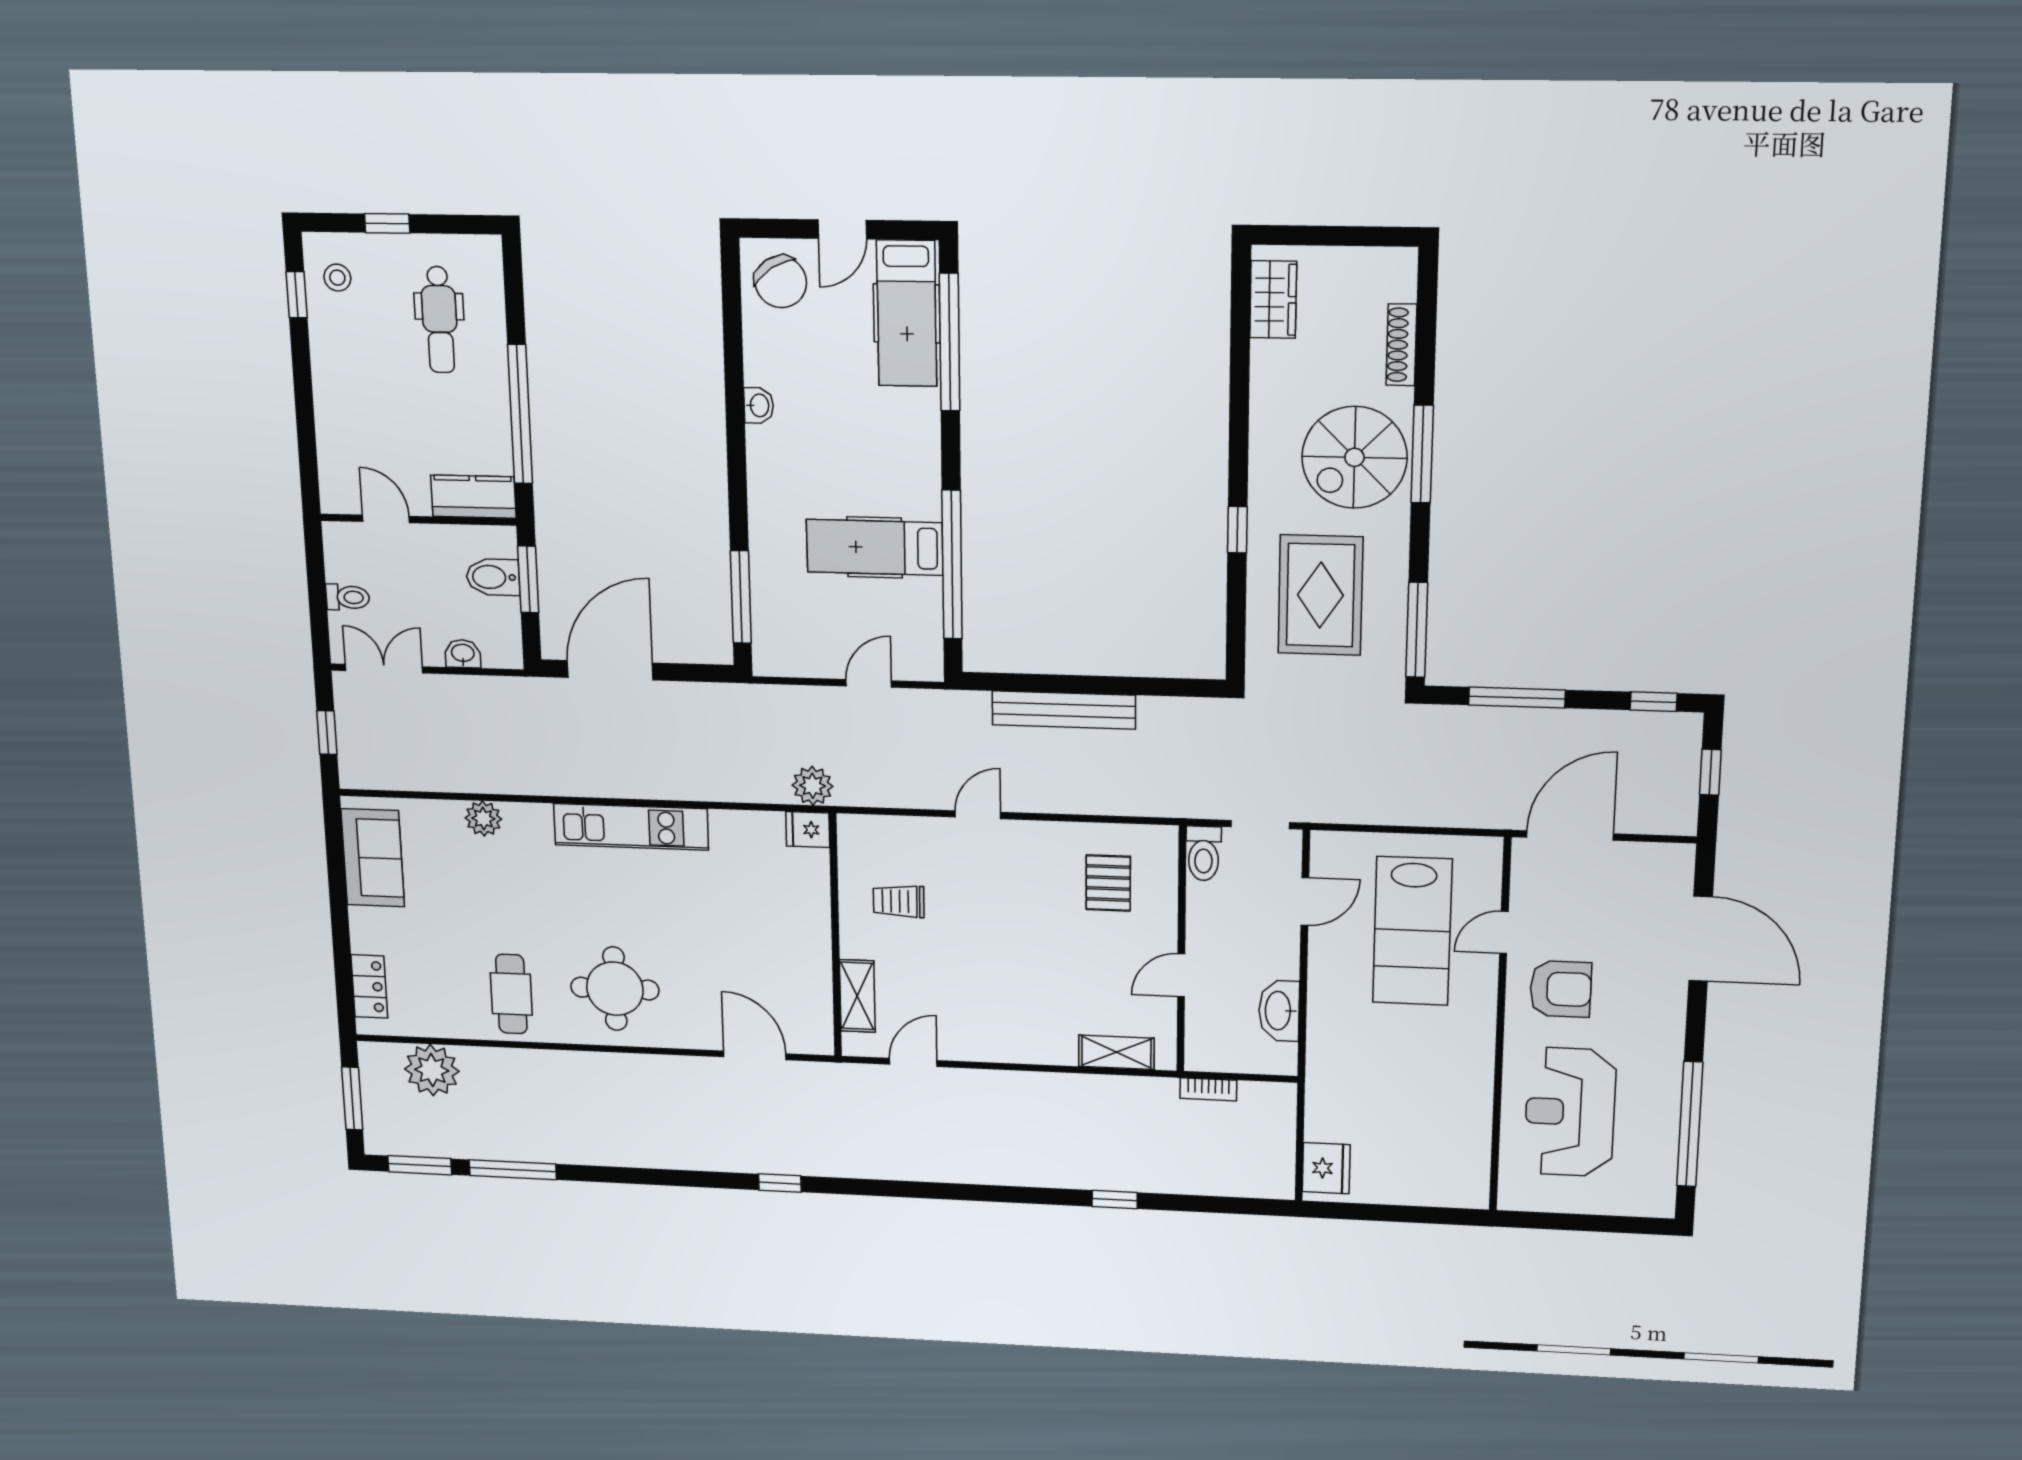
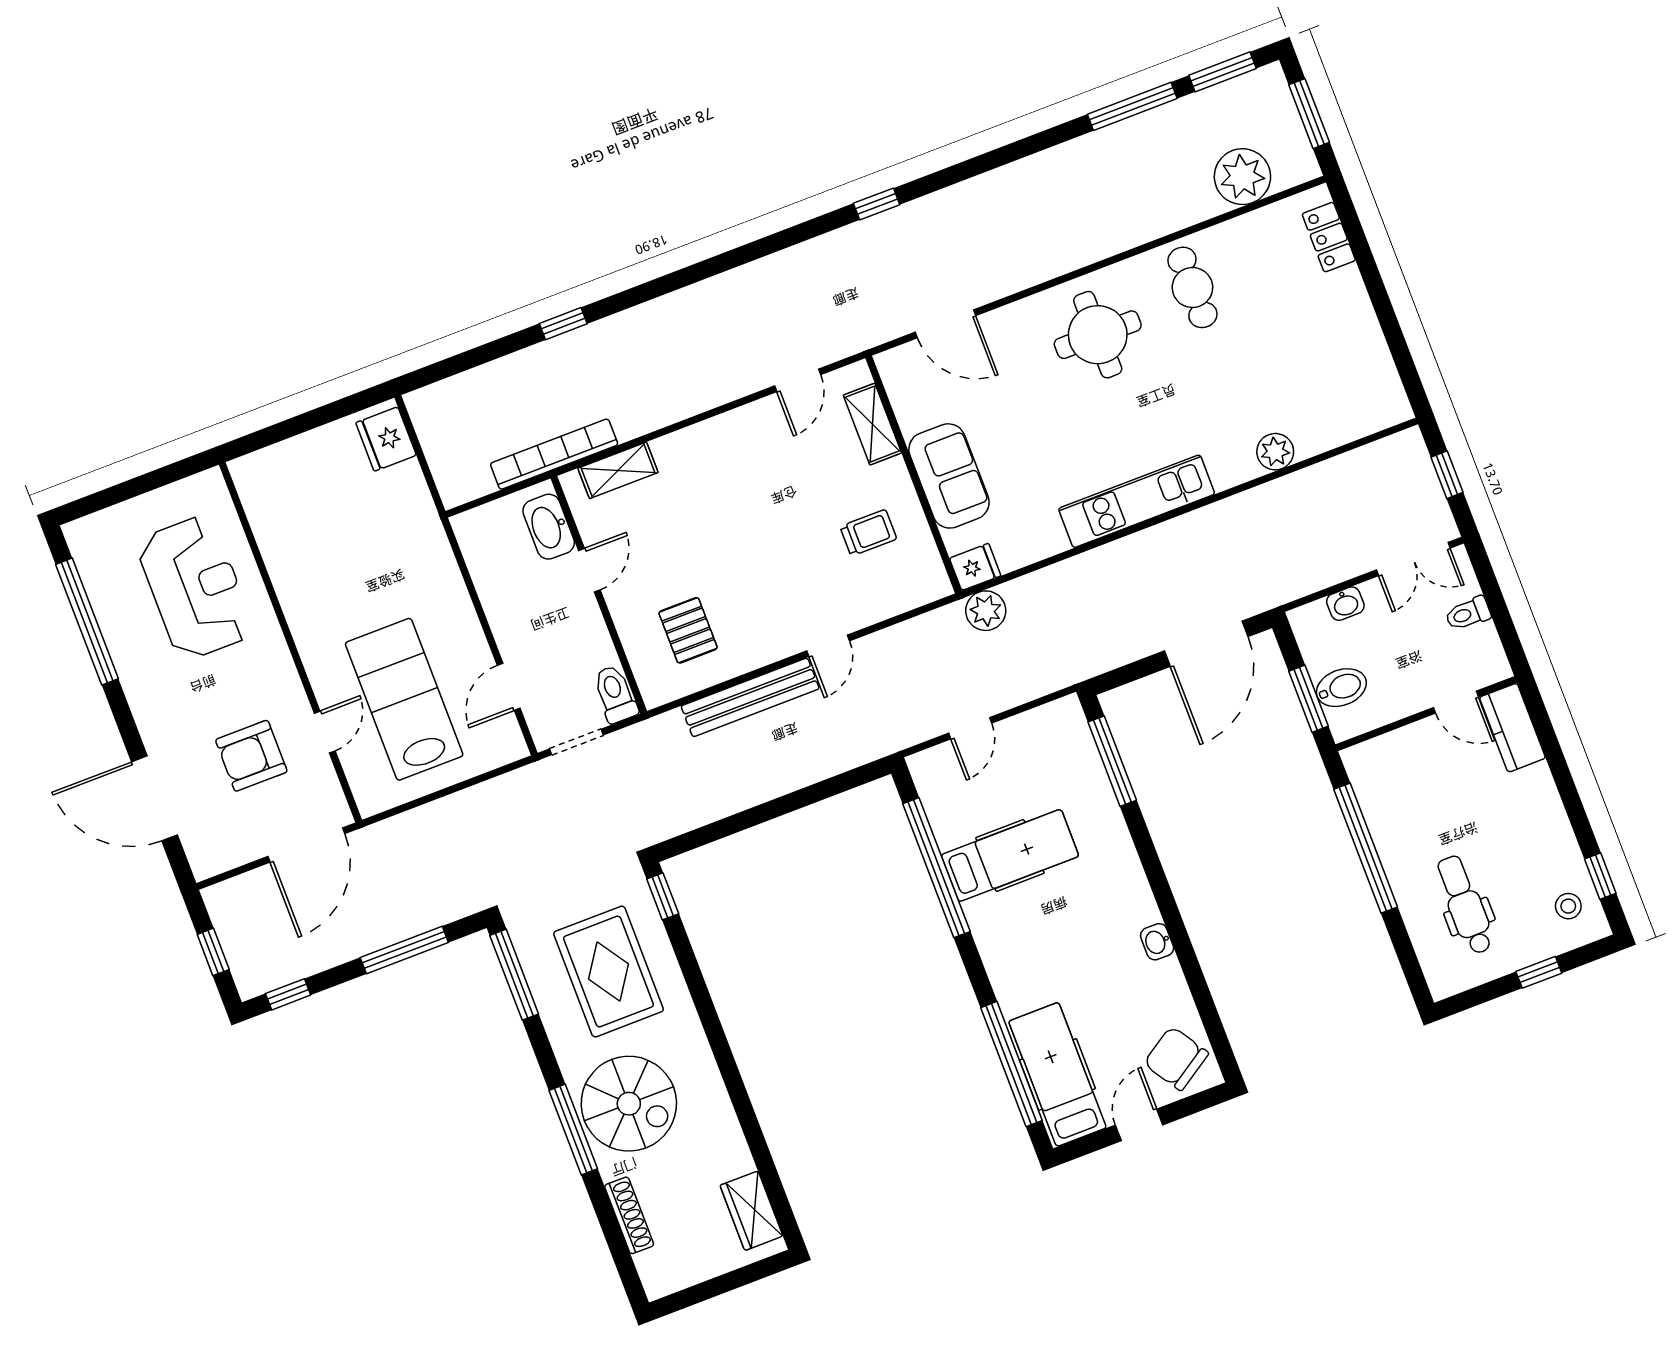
spiral stairs: (1354, 457) -> (629, 1104), turned 90
kitchen counter: (473, 497) -> (1512, 728), moved, turned 90
window: (1237, 530) -> (663, 896), moved
bench: (1064, 710) -> (750, 697), moved
sofa: (373, 858) -> (949, 476), moved, turned 180
armchair: (1561, 989) -> (251, 756), moved
washbasin: (1279, 1011) -> (549, 527), moved, turned 180
bookcase: (1208, 1089) -> (554, 454), width x2.31, depth x1.31

